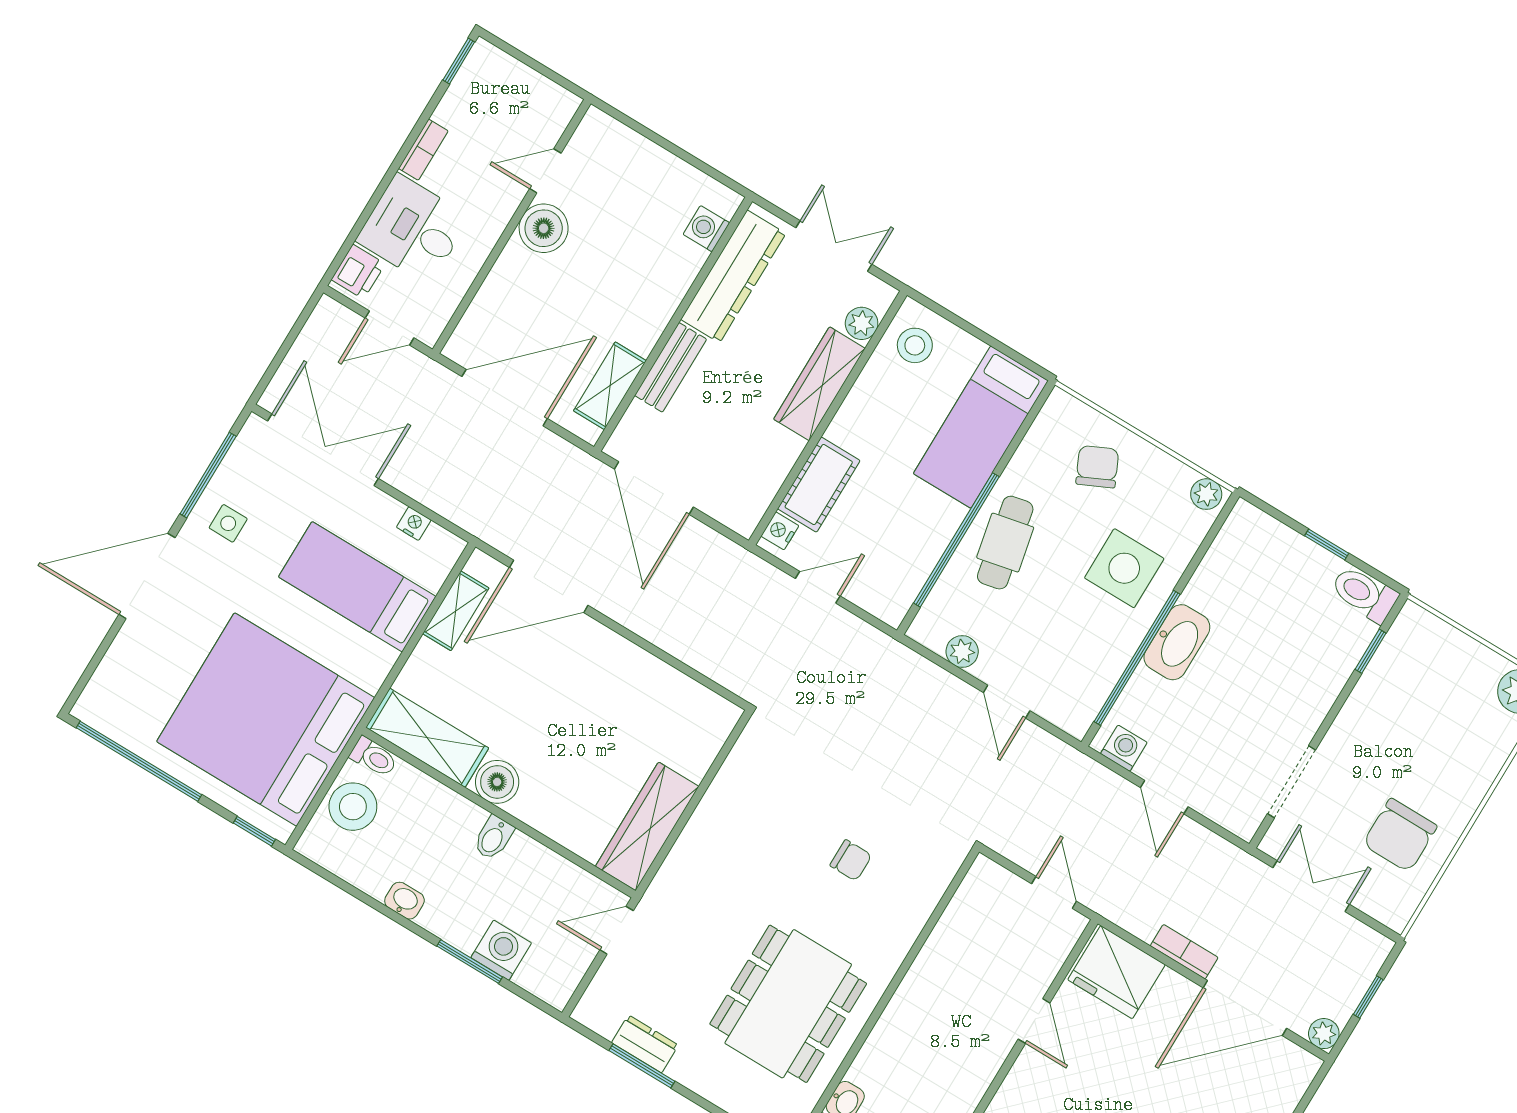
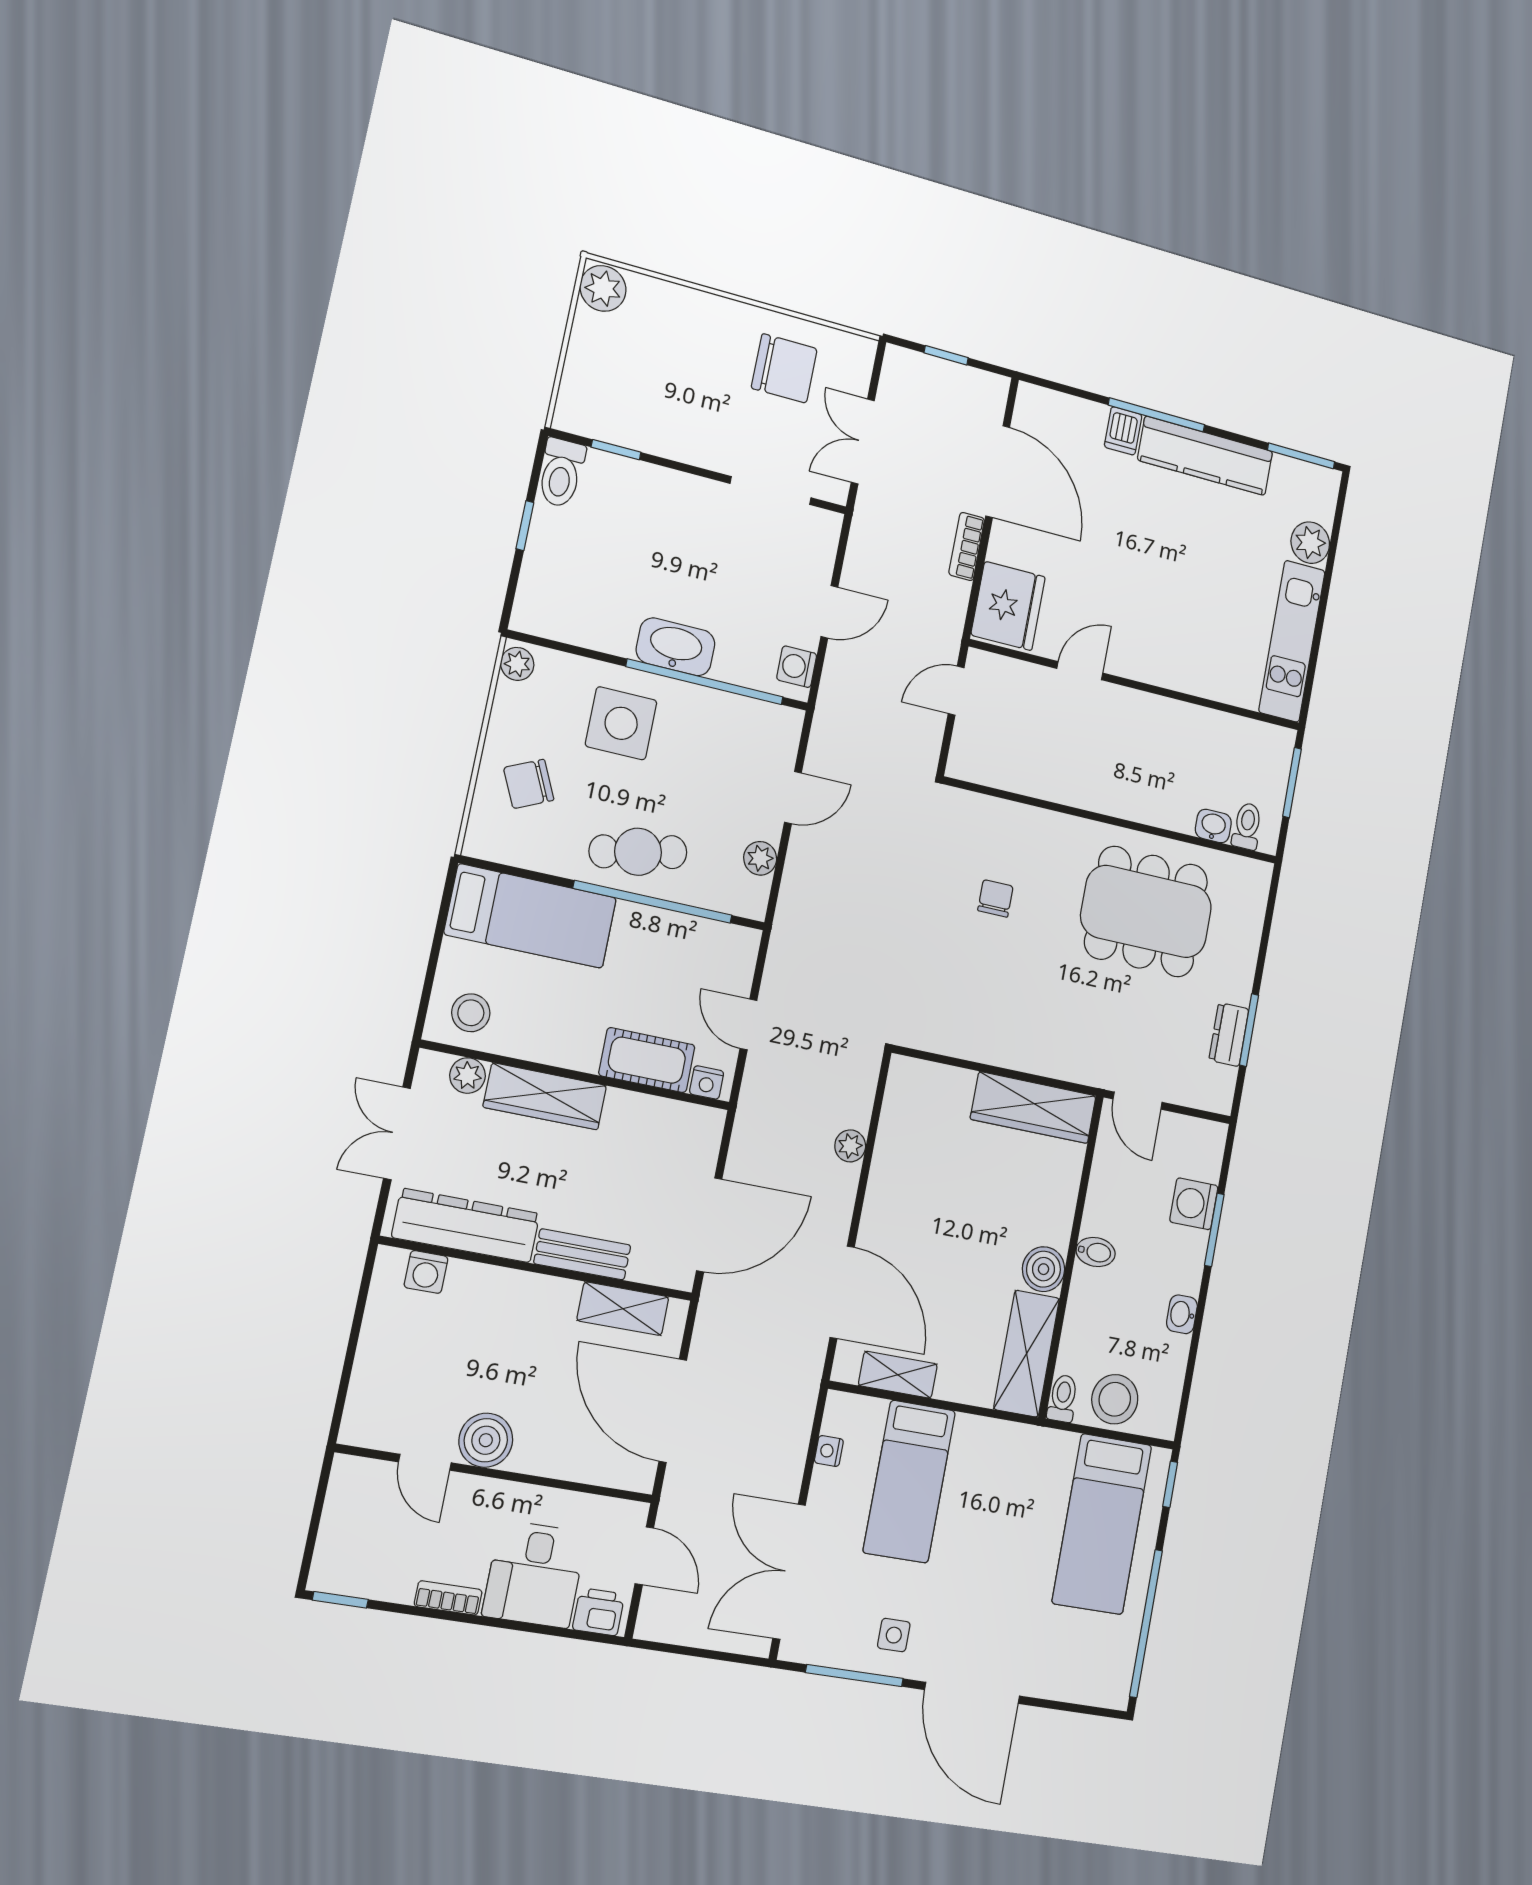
bed: (266, 720) -> (1102, 1524), width x0.49
plant: (1324, 1034) -> (850, 1146), moved

